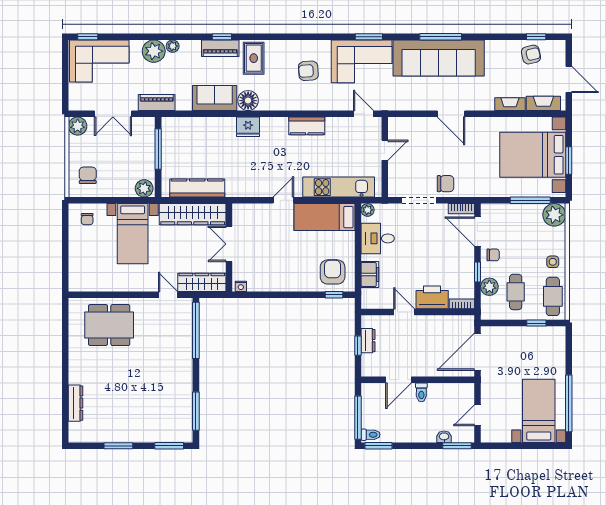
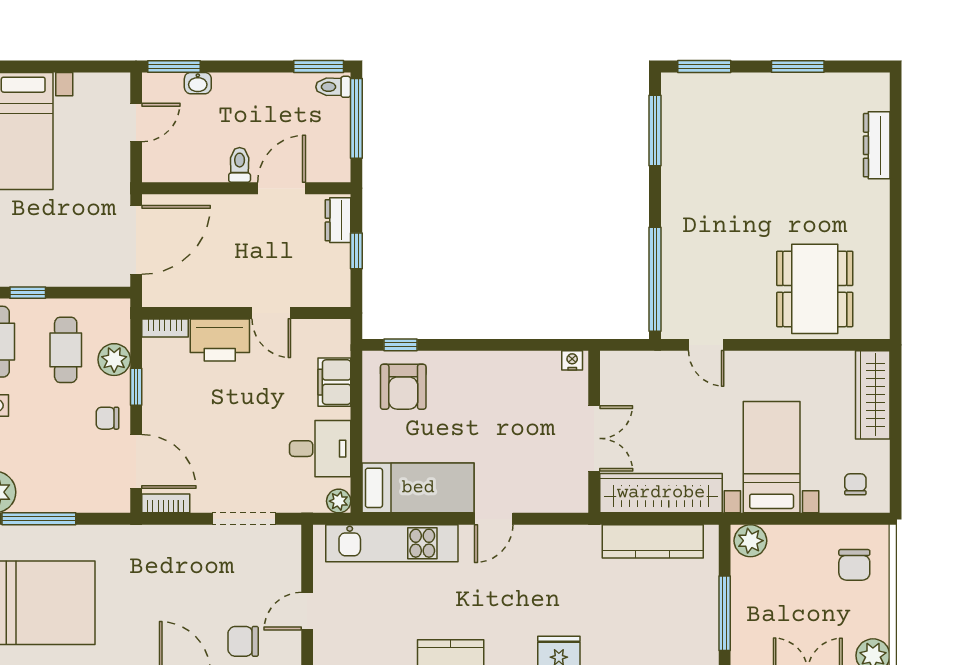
chair: (445, 184) -> (243, 641), moved
wardrobe: (202, 282) -> (873, 395), moved, turned 90
dining table: (109, 325) -> (815, 289), turned 90
dresser: (368, 341) -> (338, 220), moved

